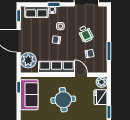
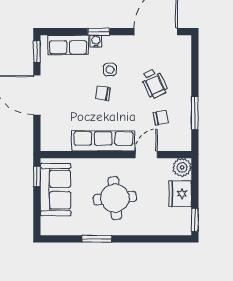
plant: (28, 60) -> (54, 129), removed
door: (81, 75) -> (146, 155), hinge flipped

